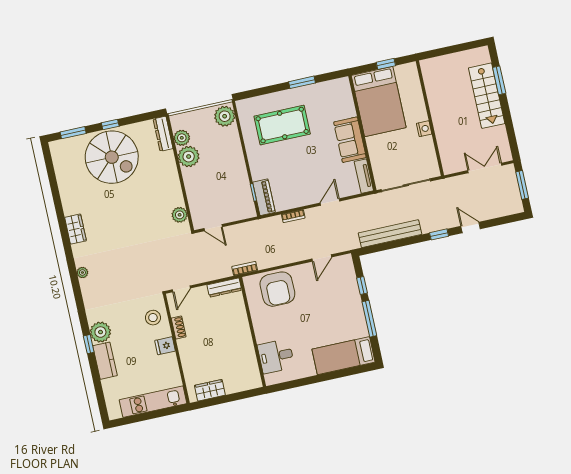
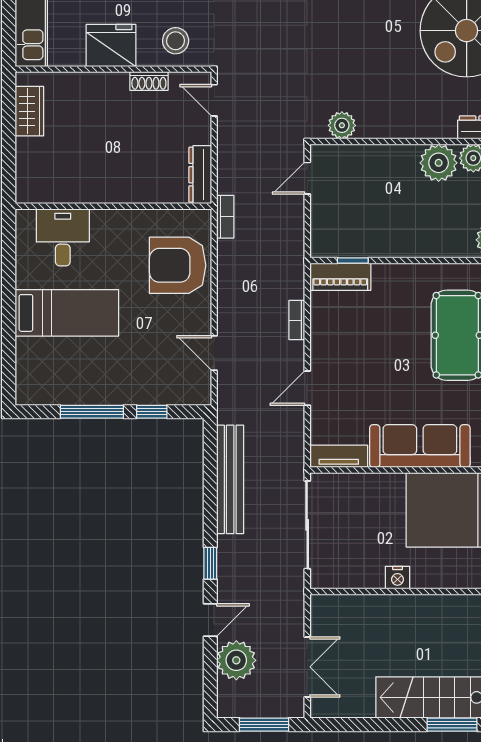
sofa: (350, 140) -> (420, 446), width x1.36
door: (330, 202) -> (307, 388), swing flipped
plant: (490, 208) -> (236, 660), added
fridge: (165, 346) -> (111, 46), width x1.88, depth x1.34
bed: (343, 356) -> (67, 313), moved, turned 90

